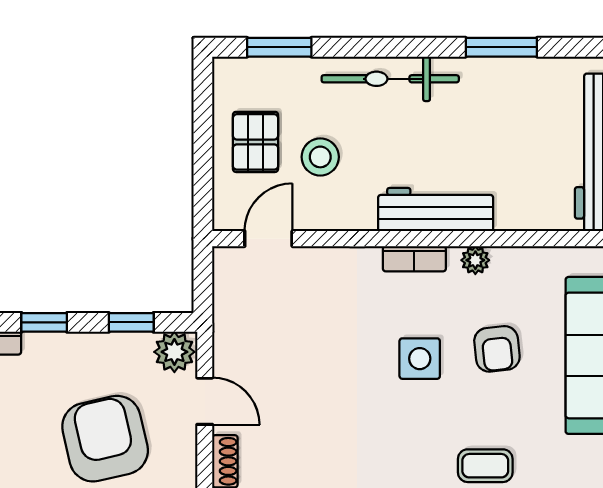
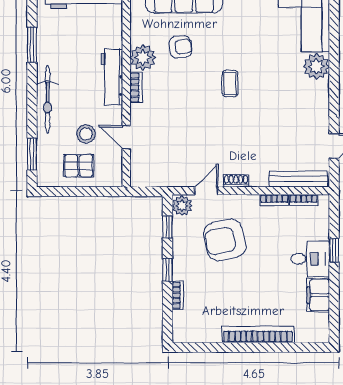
door: (268, 239) -> (126, 137), moved
plant: (475, 260) -> (143, 58), width x1.88, depth x1.88
side table: (420, 359) -> (185, 85), removed
coffee table: (485, 466) -> (230, 84), moved

